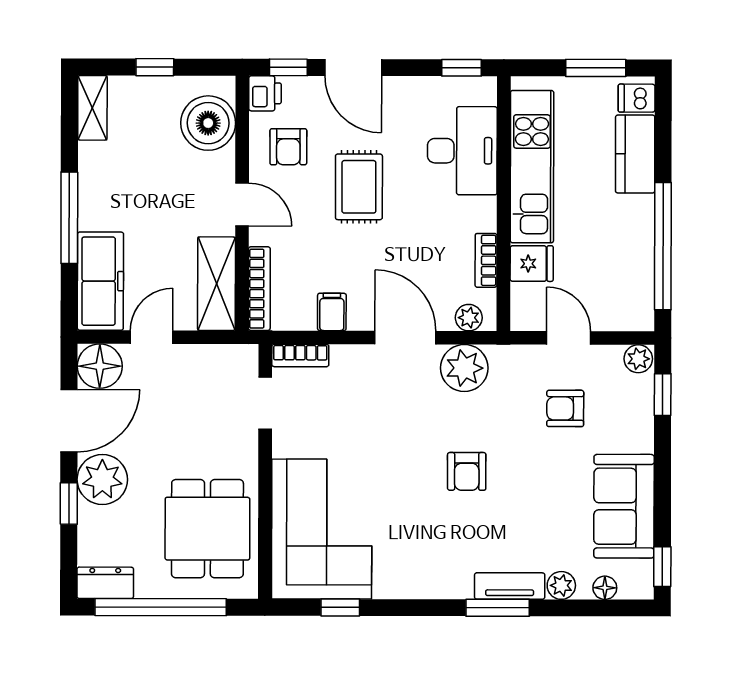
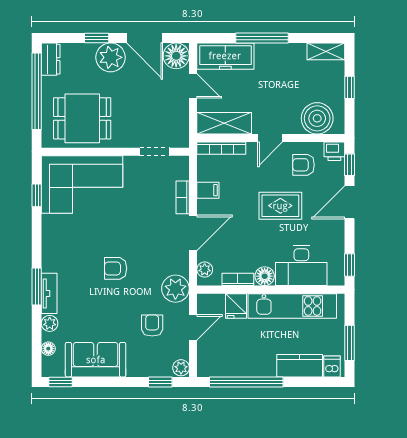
floor lamp: (480, 214) -> (265, 276), added
bookcase: (300, 355) -> (183, 197), moved
plant: (464, 368) -> (175, 289), moved

